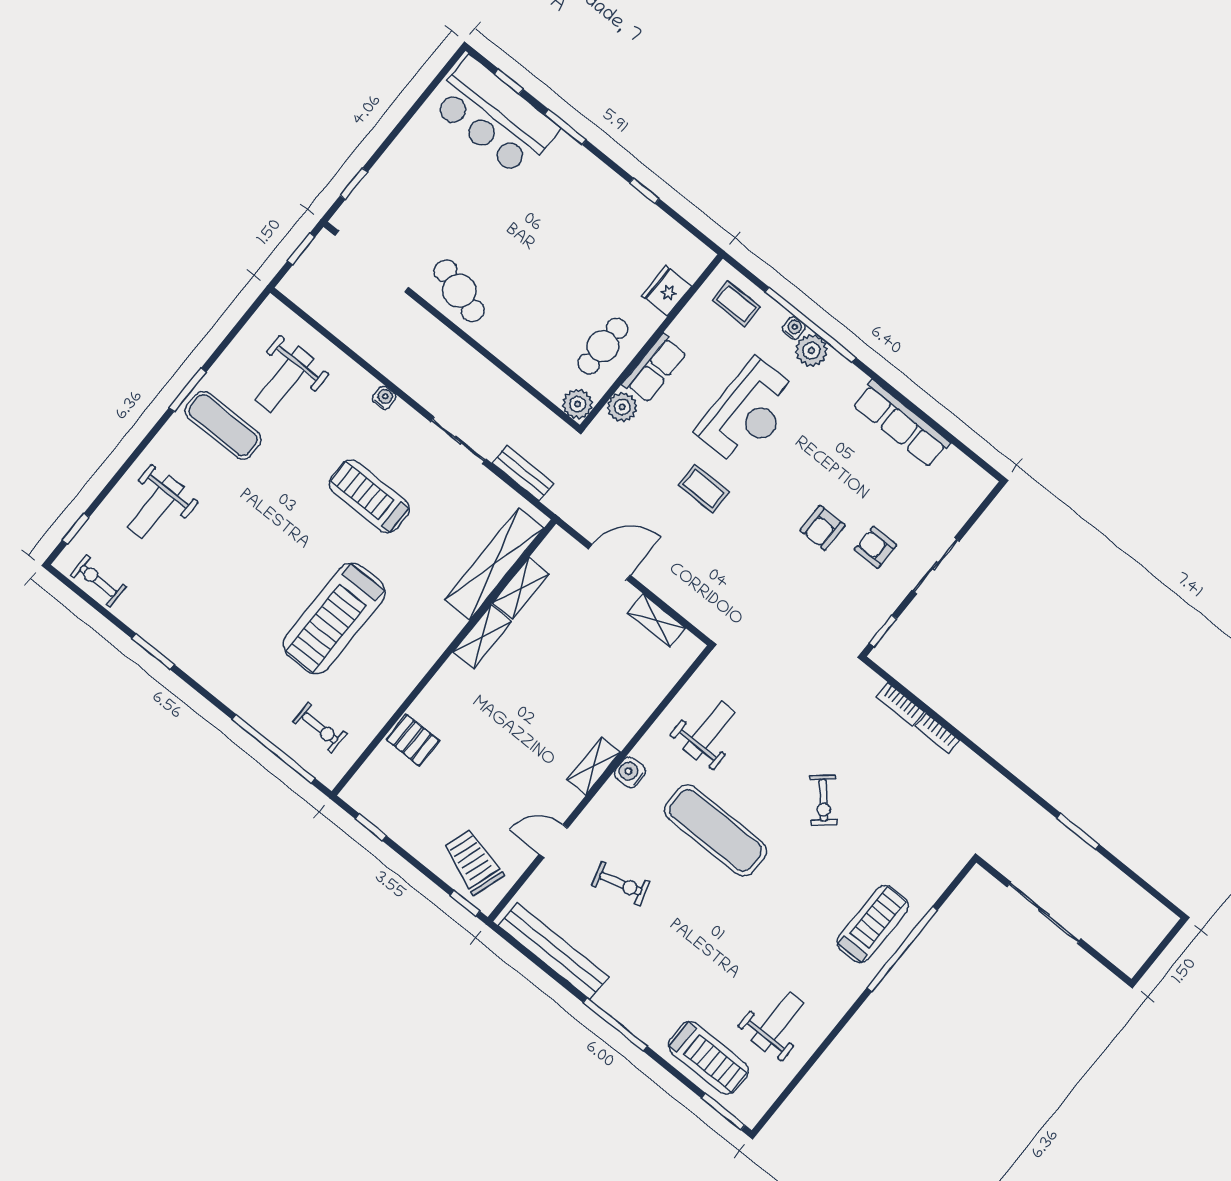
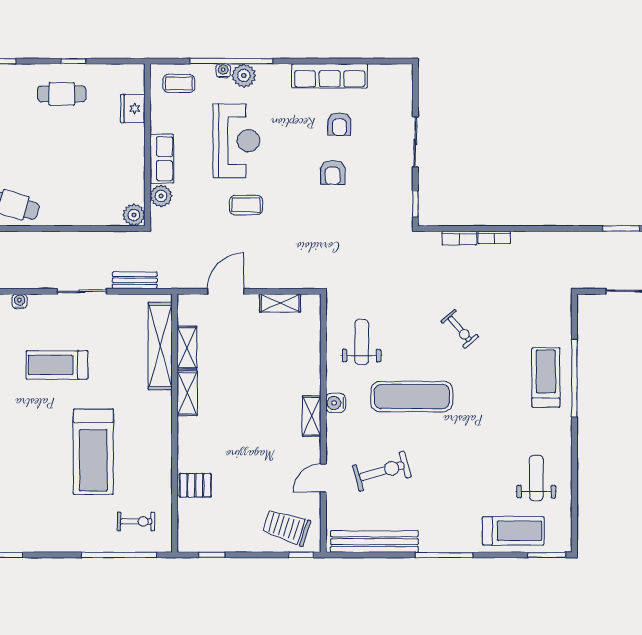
cafe table: (603, 346) -> (62, 94), moved, turned 90
armchair: (876, 547) -> (339, 124), moved, turned -90
exercise bike: (621, 884) -> (382, 471), width x1.38, depth x1.39

